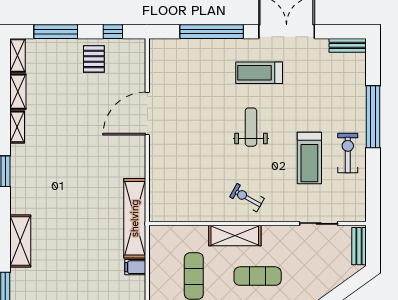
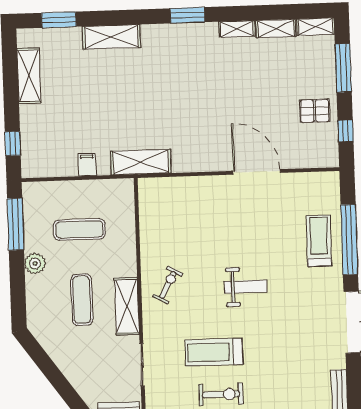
treadmill: (259, 73) -> (319, 241), moved
shelving: (135, 218) -> (141, 162), width x0.68
shelving: (235, 236) -> (127, 306), moved

